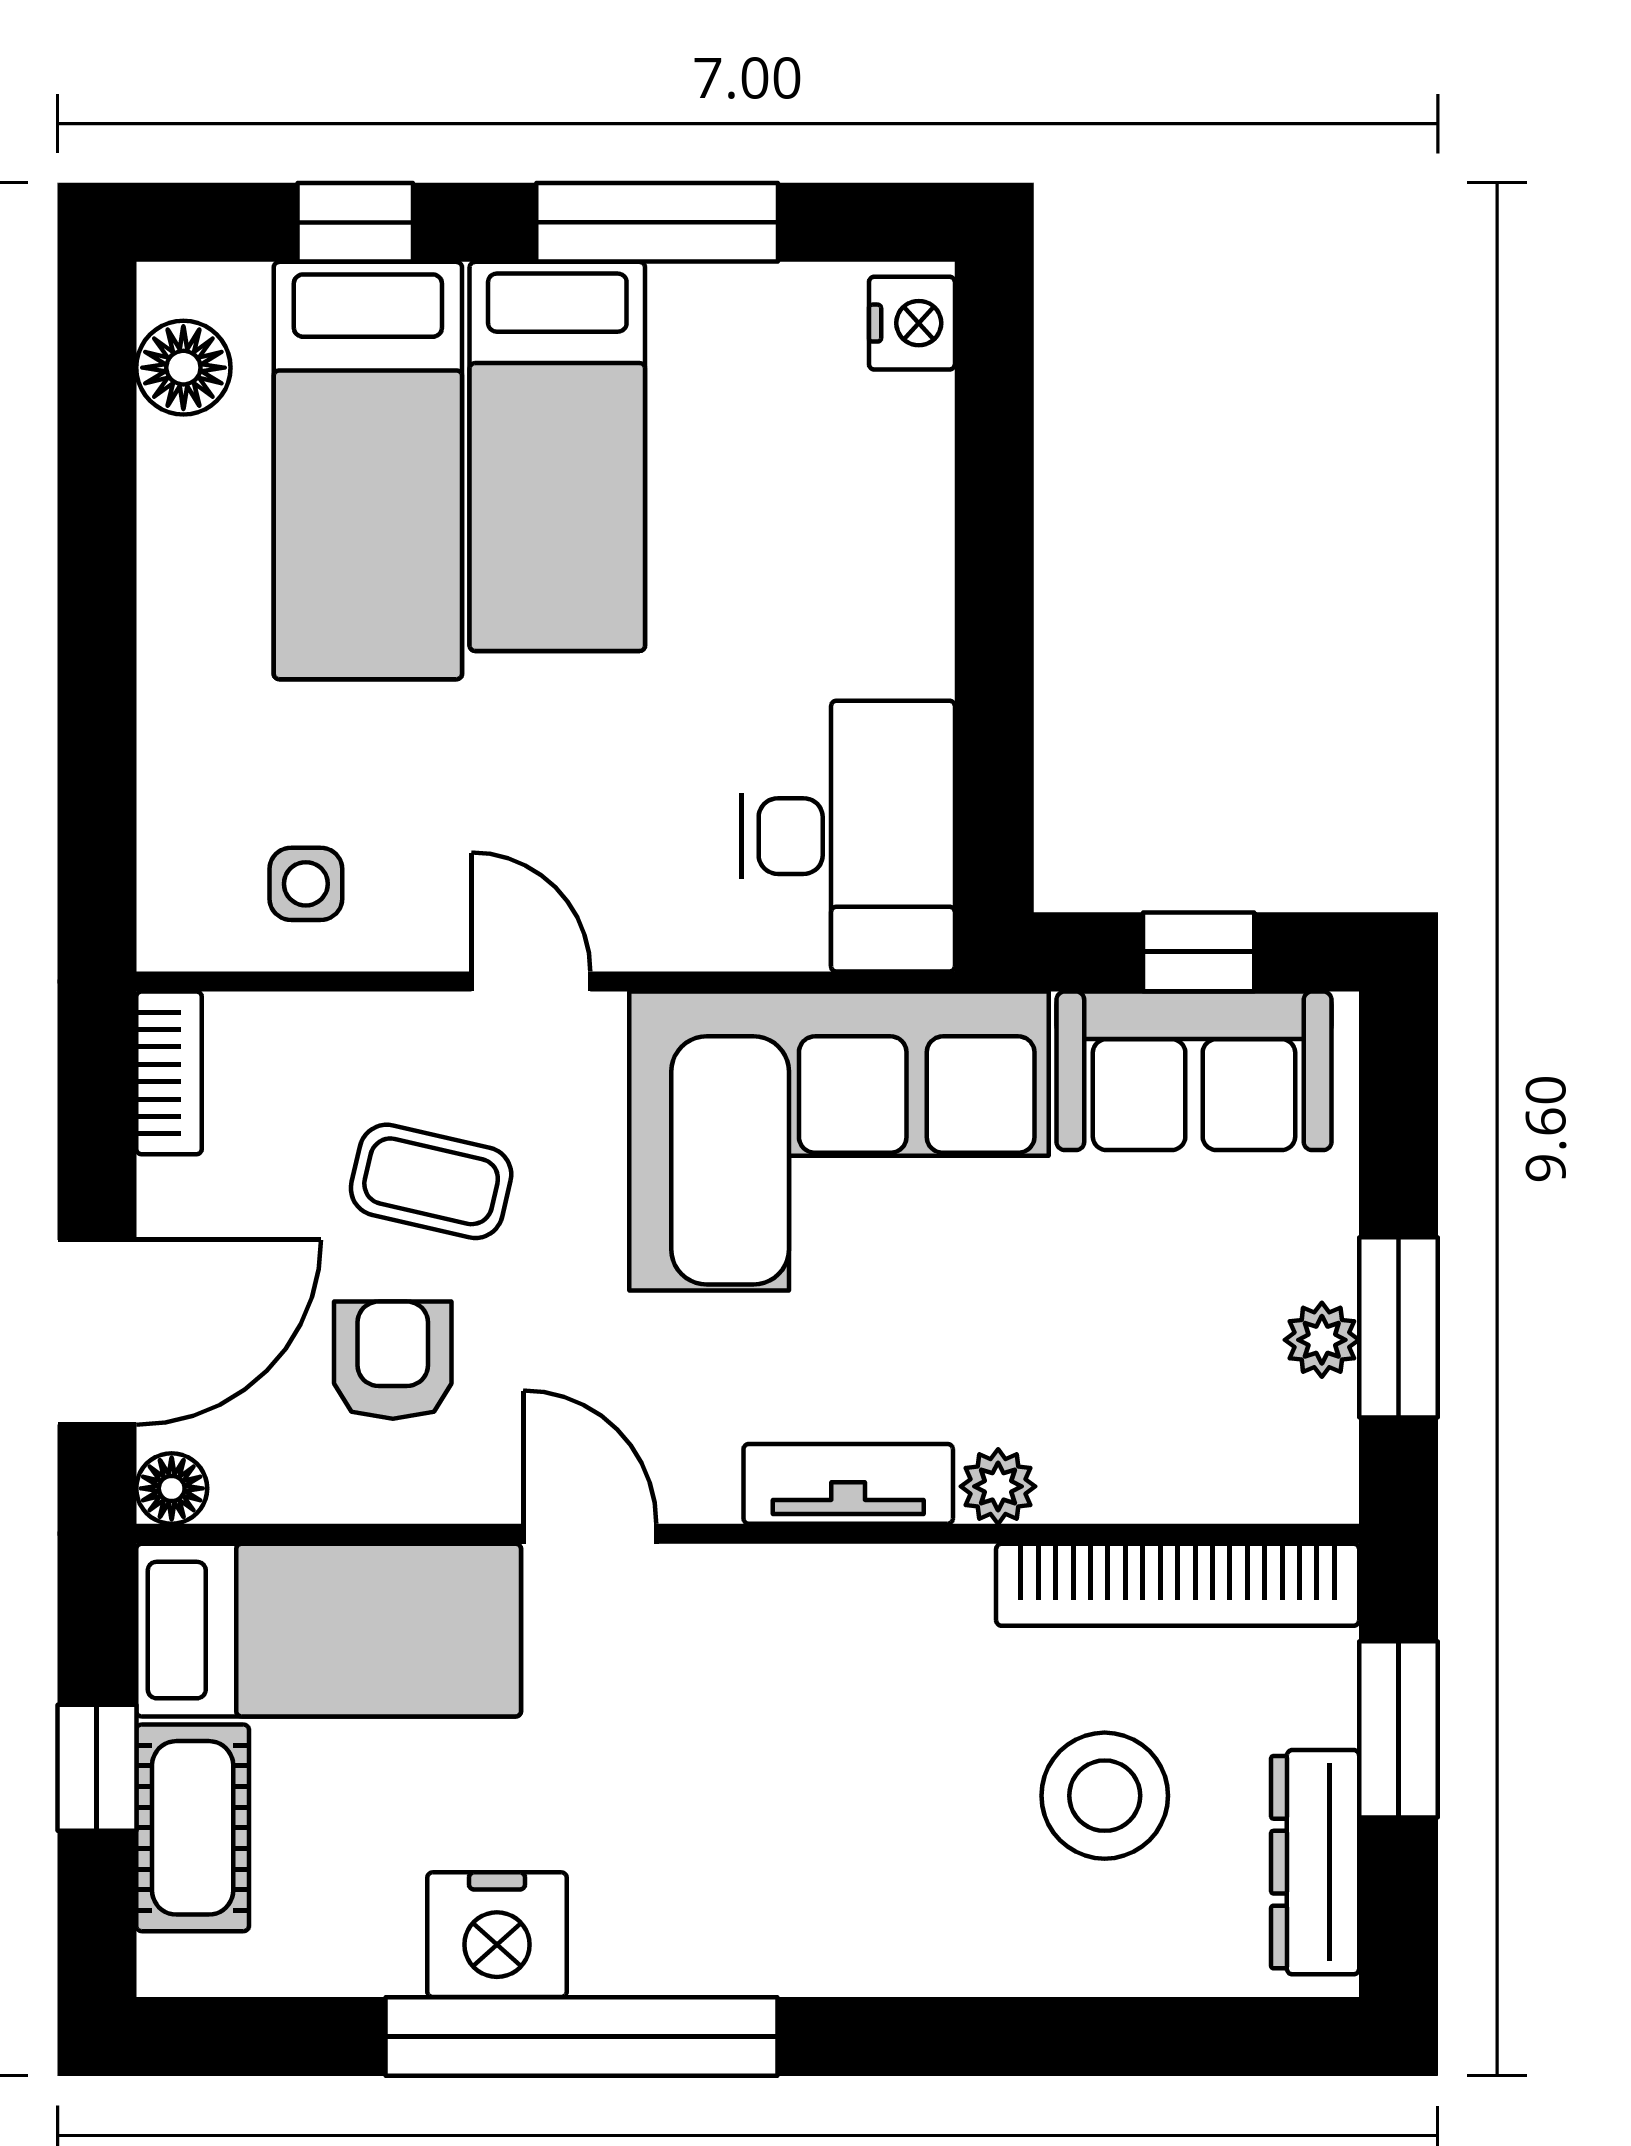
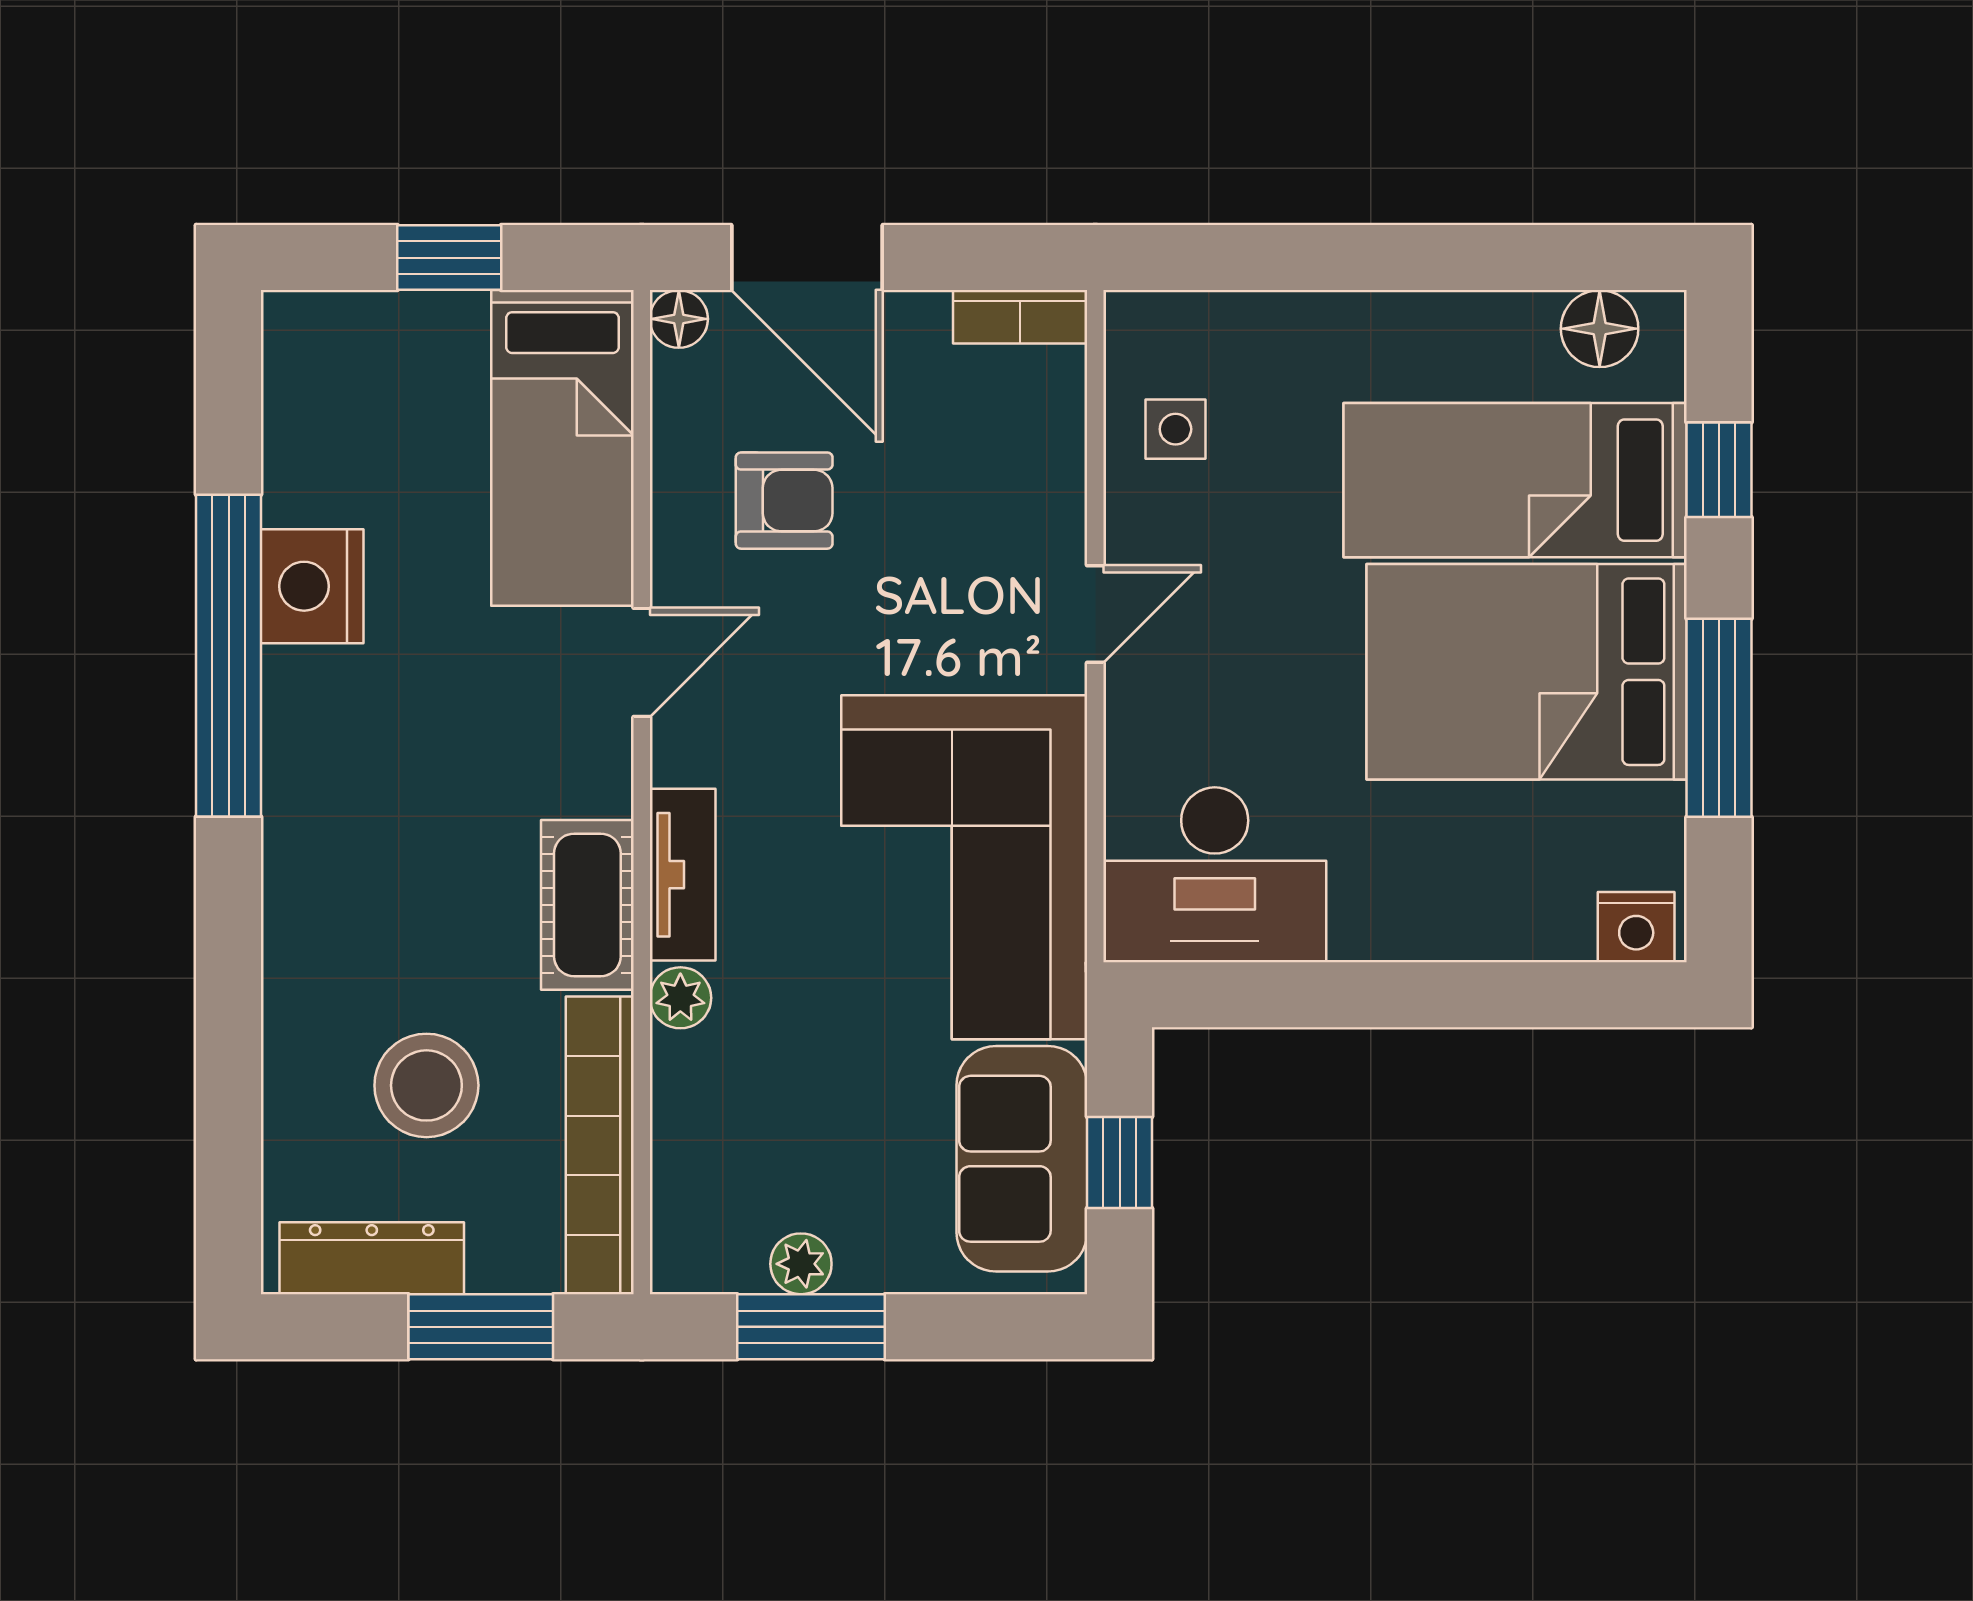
bed: (557, 456) -> (1527, 672), width x1.50
coffee table: (431, 1181) -> (931, 532), removed
cot: (193, 1828) -> (587, 905), moved, turned 90

